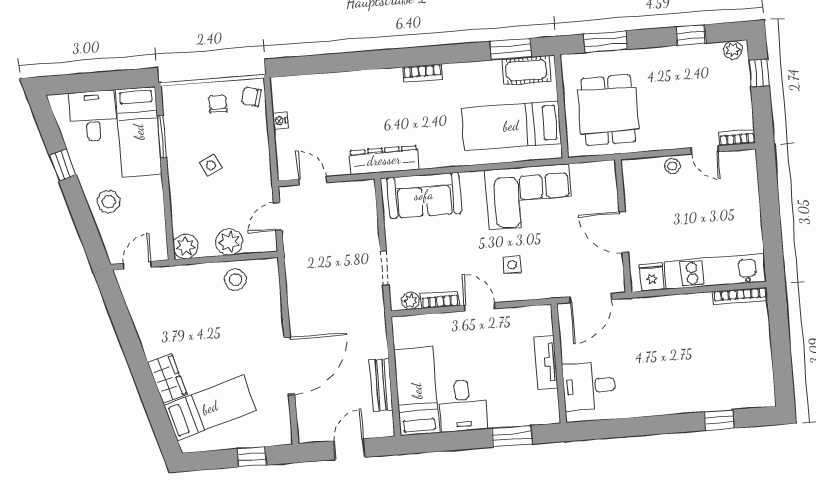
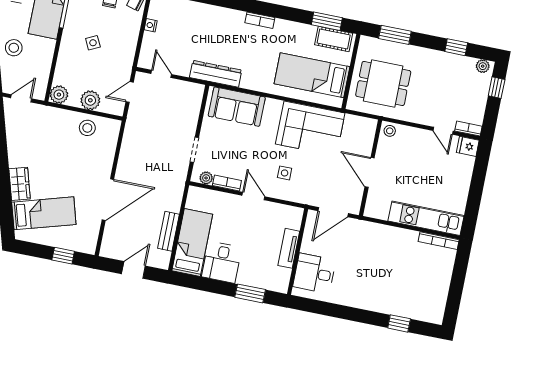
dining table: (608, 110) -> (383, 84), turned 90
stool: (672, 166) -> (390, 131), moved
fridge: (652, 277) -> (468, 146), moved, turned -90

